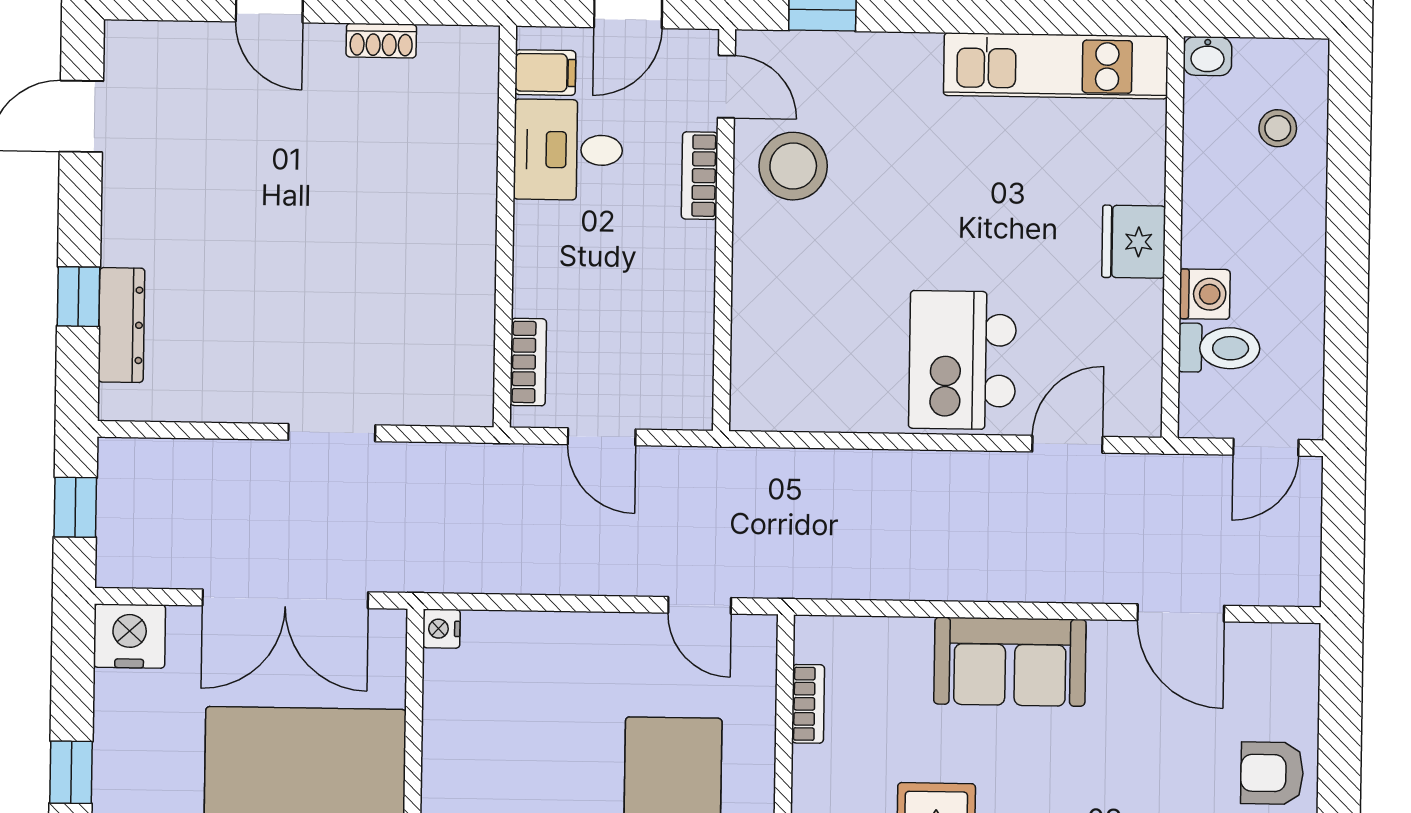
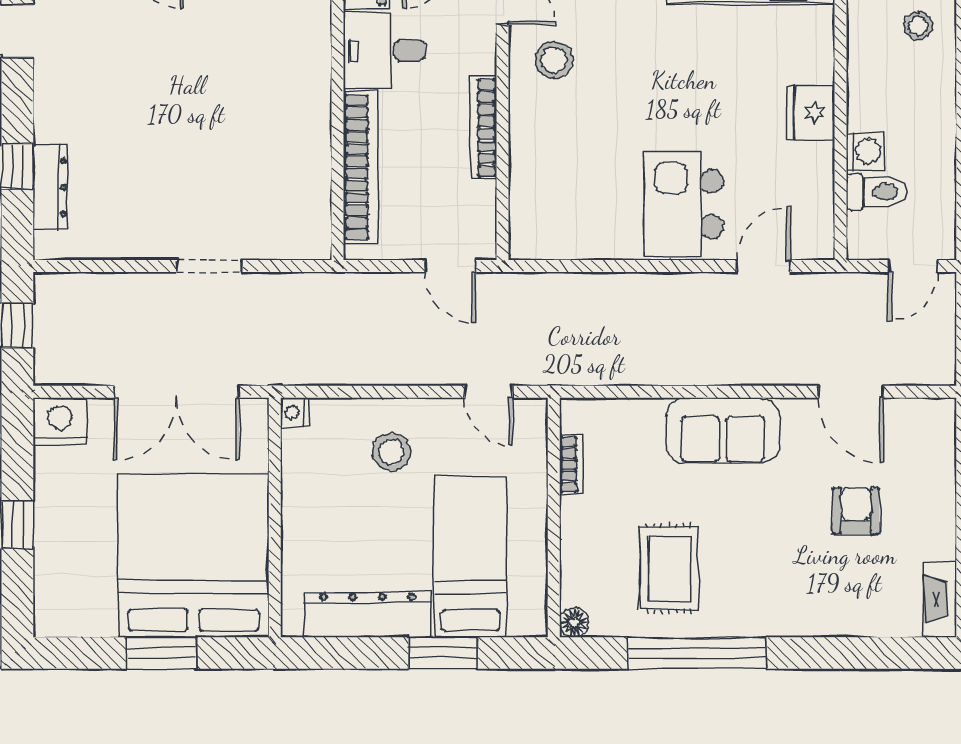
stool: (793, 166) -> (554, 60), width x0.73, depth x0.73
bookcase: (700, 176) -> (484, 128), moved, width x1.56
bookcase: (528, 362) -> (361, 167), width x2.31, depth x1.31
door: (602, 437) -> (450, 266), moved
stool: (569, 683) -> (391, 452), added
armchair: (1272, 773) -> (856, 511), moved, turned 90

